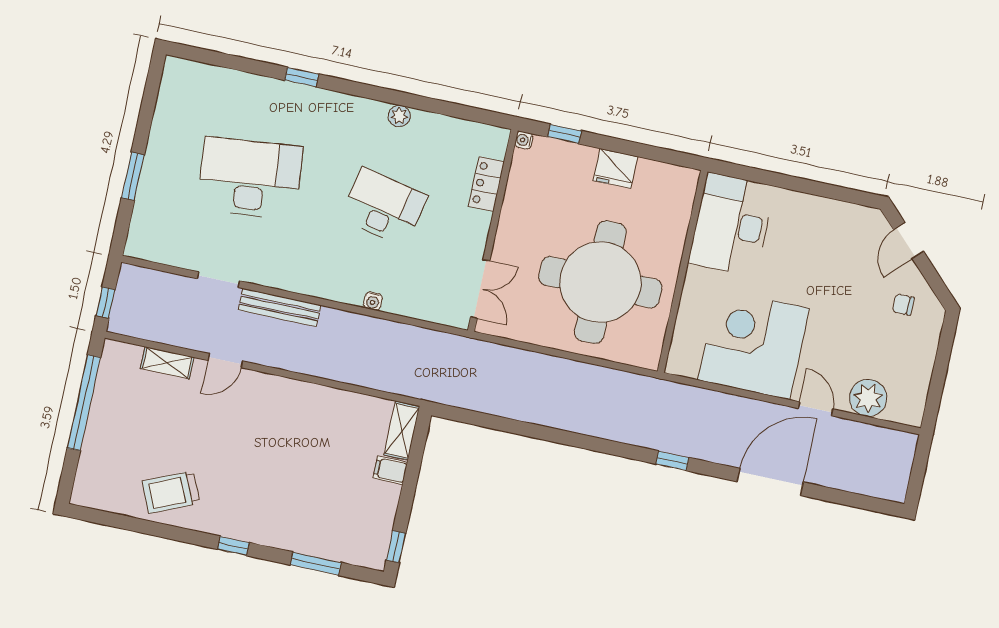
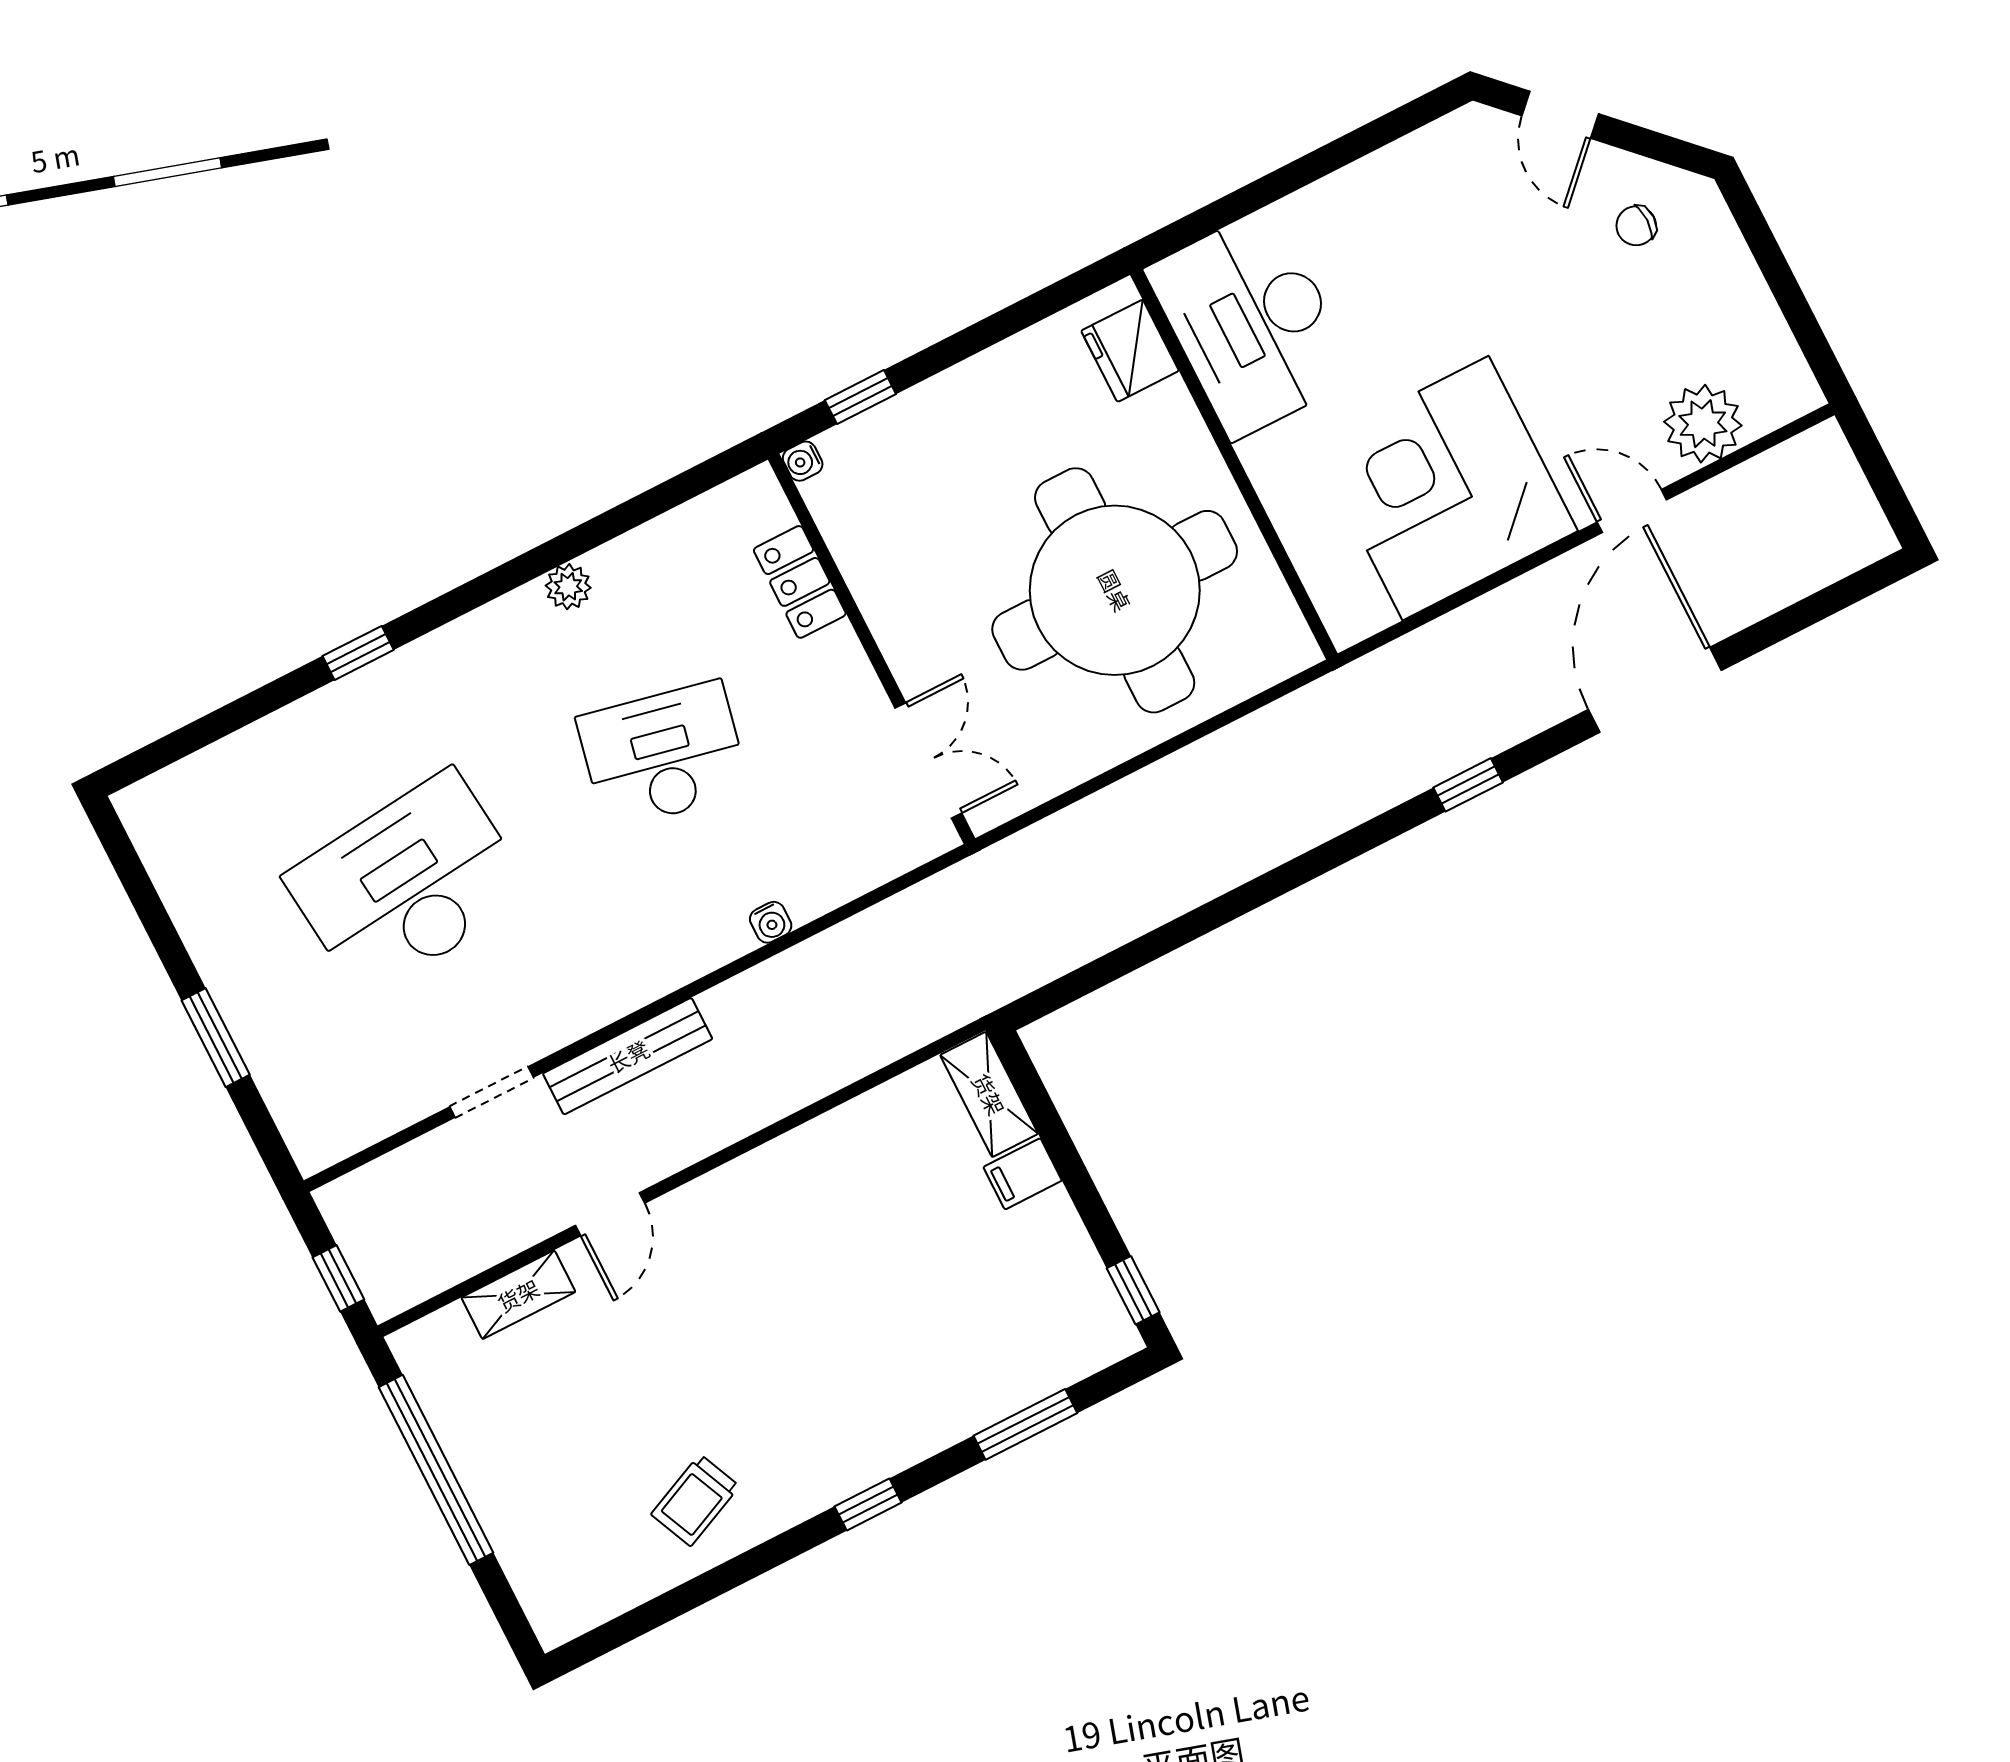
fridge: (615, 168) -> (1130, 351), moved, turned 90
trolley: (171, 492) -> (695, 1500), width x0.73, depth x0.72

